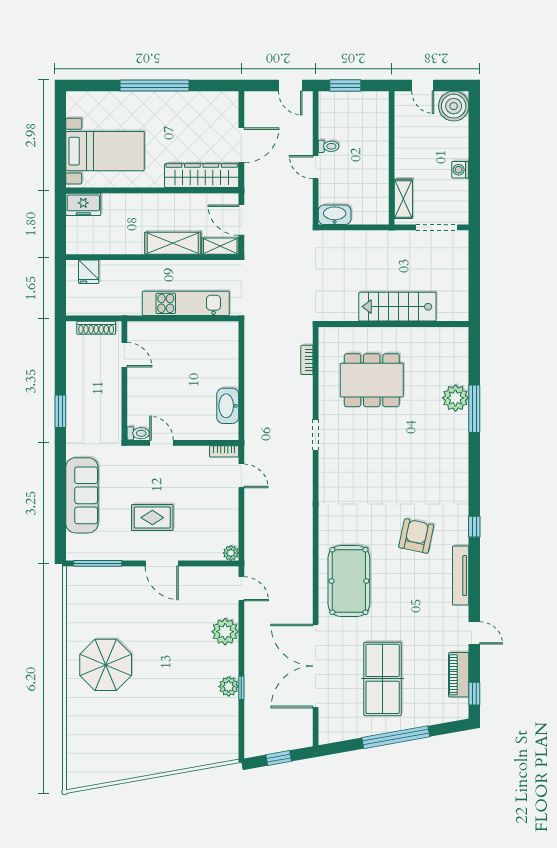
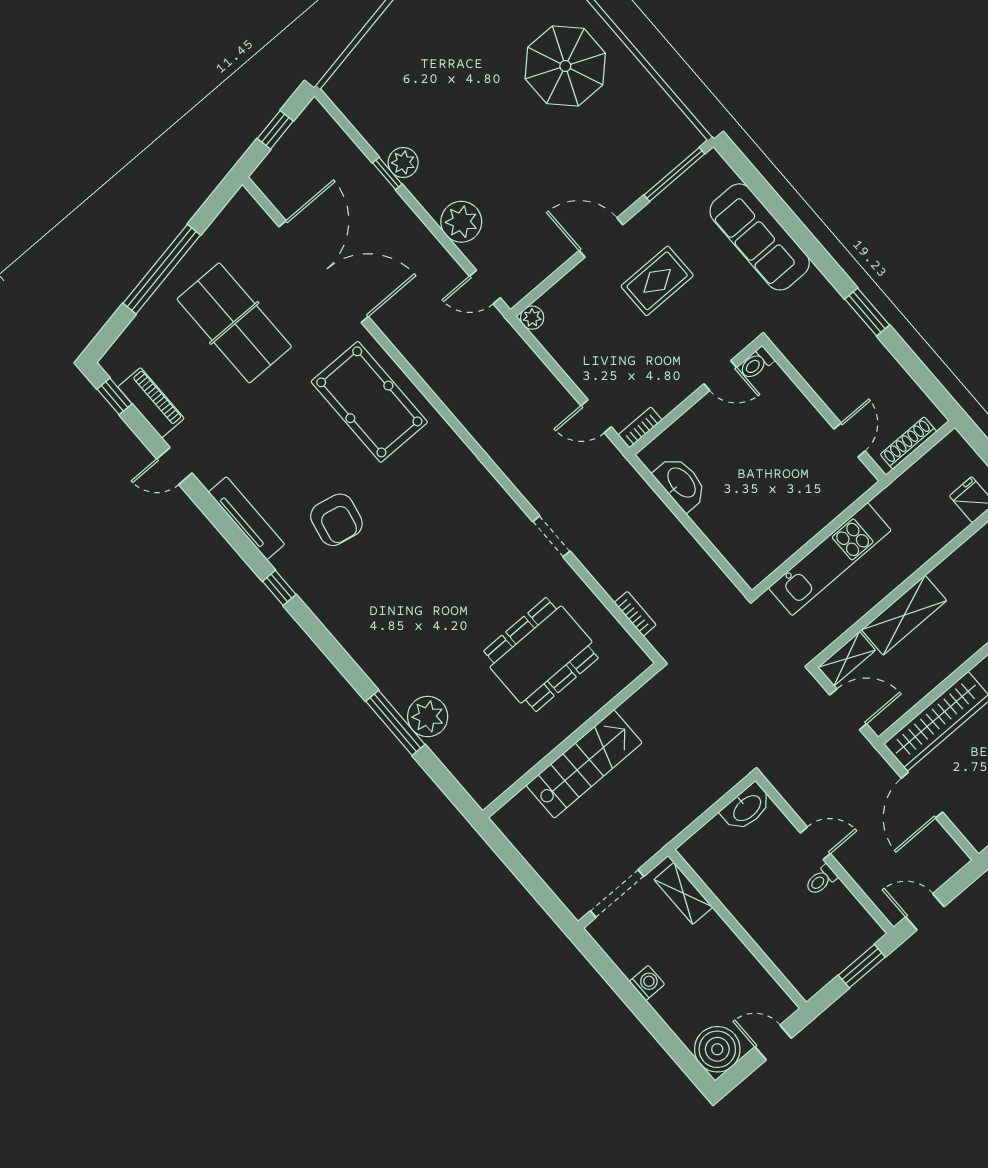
door: (124, 355) -> (850, 440), swing flipped

